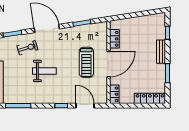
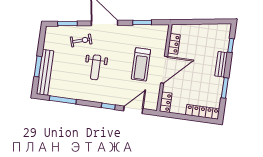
weight bench: (44, 71) -> (96, 67), turned 90
door: (85, 106) -> (133, 110), hinge flipped

